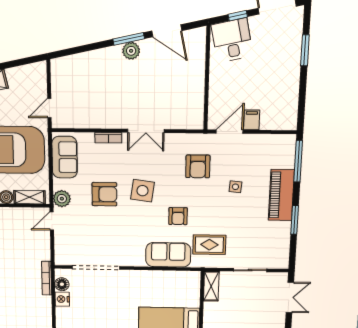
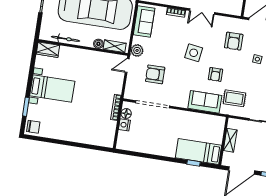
armchair: (104, 194) -> (155, 74), moved, turned 180
shelving: (211, 286) -> (230, 140), moved

